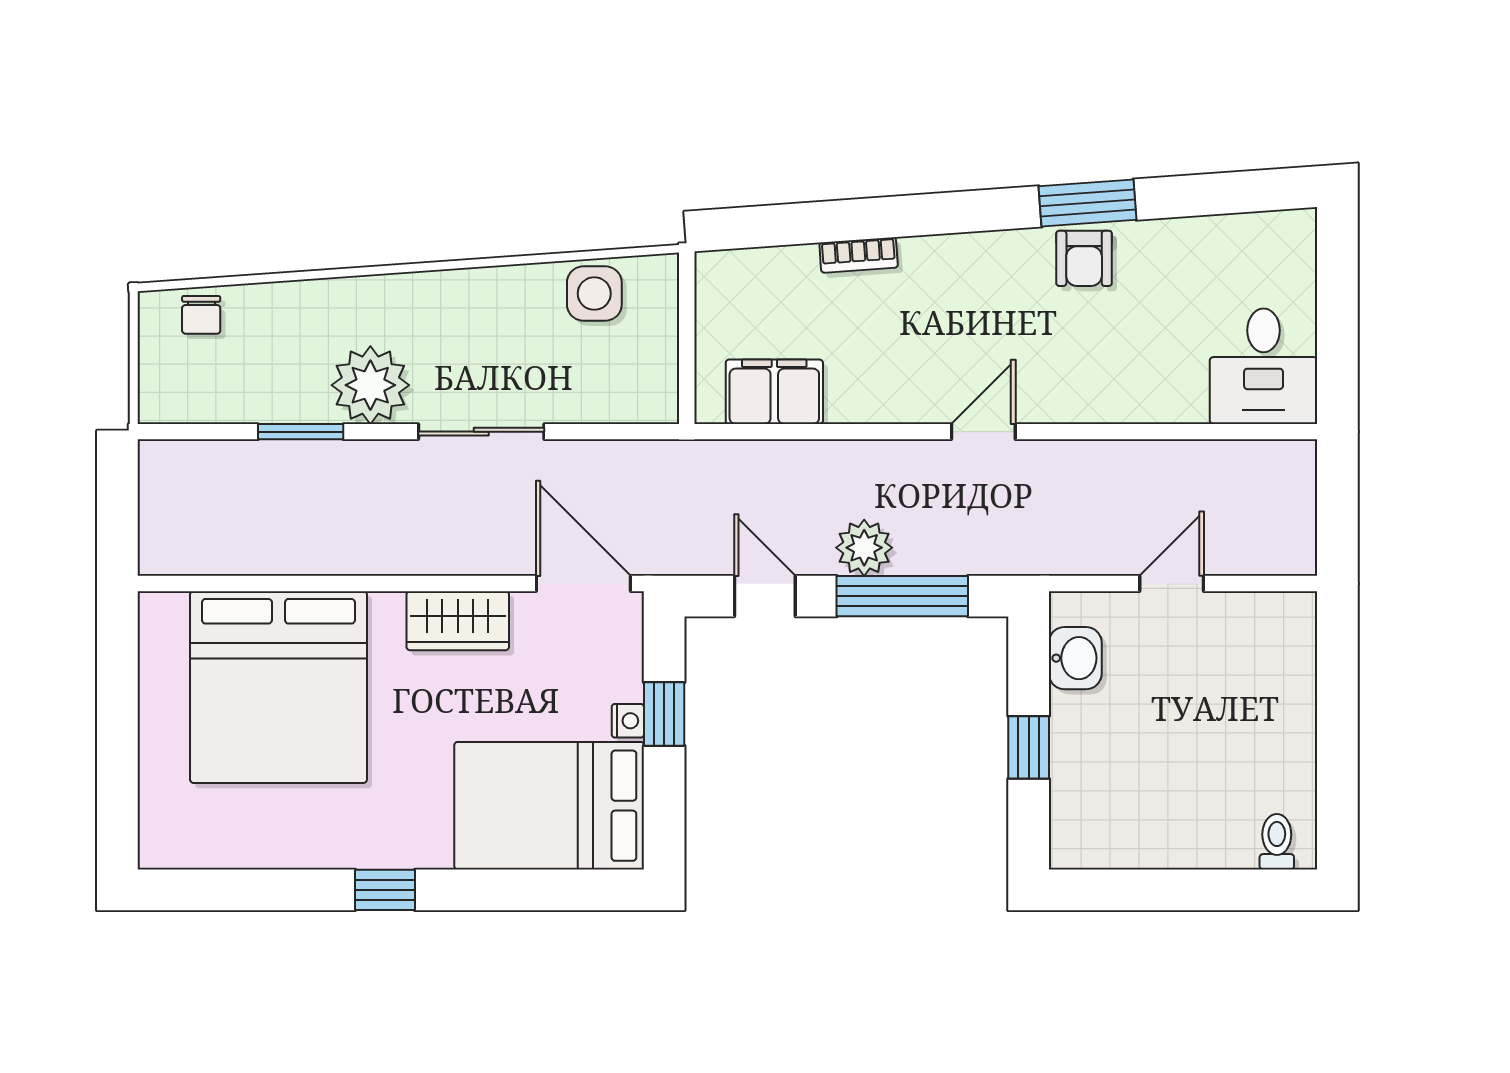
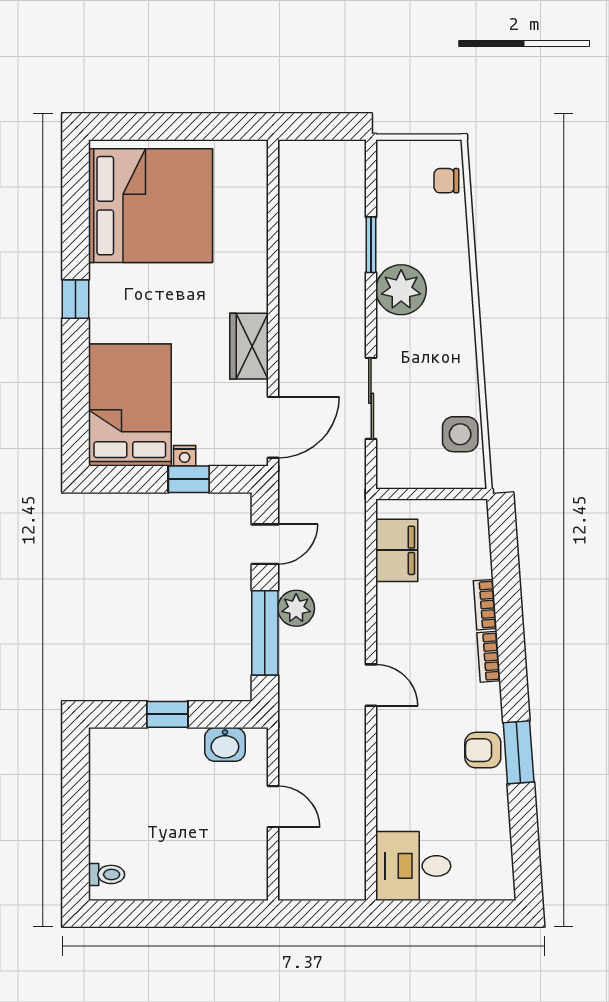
bookcase: (939, 249) -> (489, 657), added
sliding door: (481, 432) -> (371, 398), moved
bed: (278, 687) -> (150, 206), moved, turned 180

